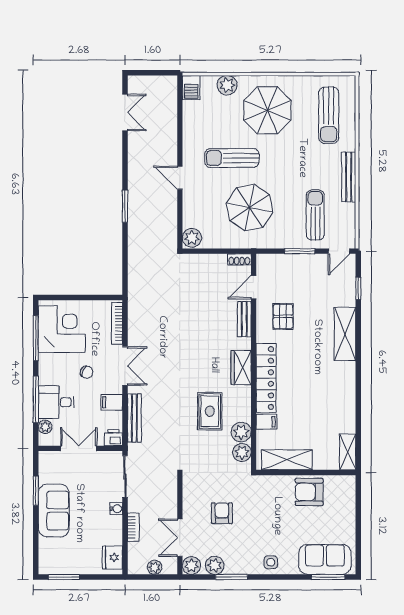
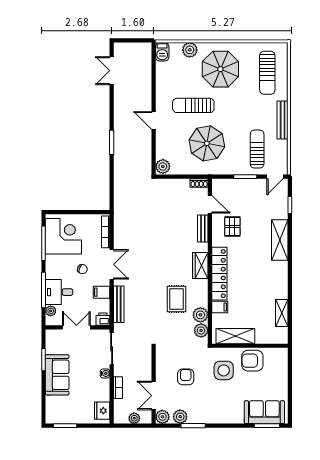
double door: (125, 112) -> (112, 71), swing flipped
door: (254, 287) -> (210, 204), swing flipped
shelving: (348, 452) -> (282, 313), moved
side table: (271, 562) -> (224, 370), moved, width x1.87, depth x1.87

